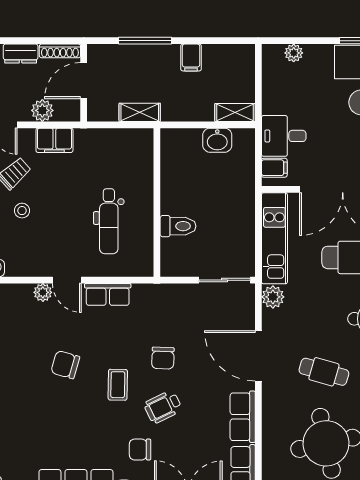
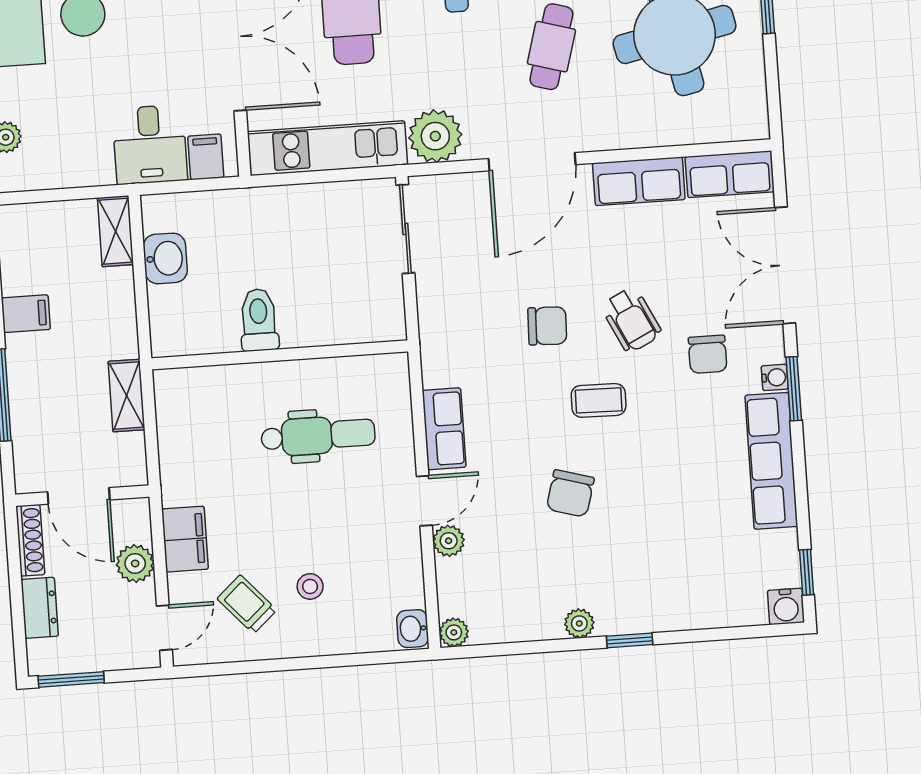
toilet: (178, 226) -> (259, 320), moved
plant: (273, 297) -> (435, 136), width x1.36, depth x1.36

